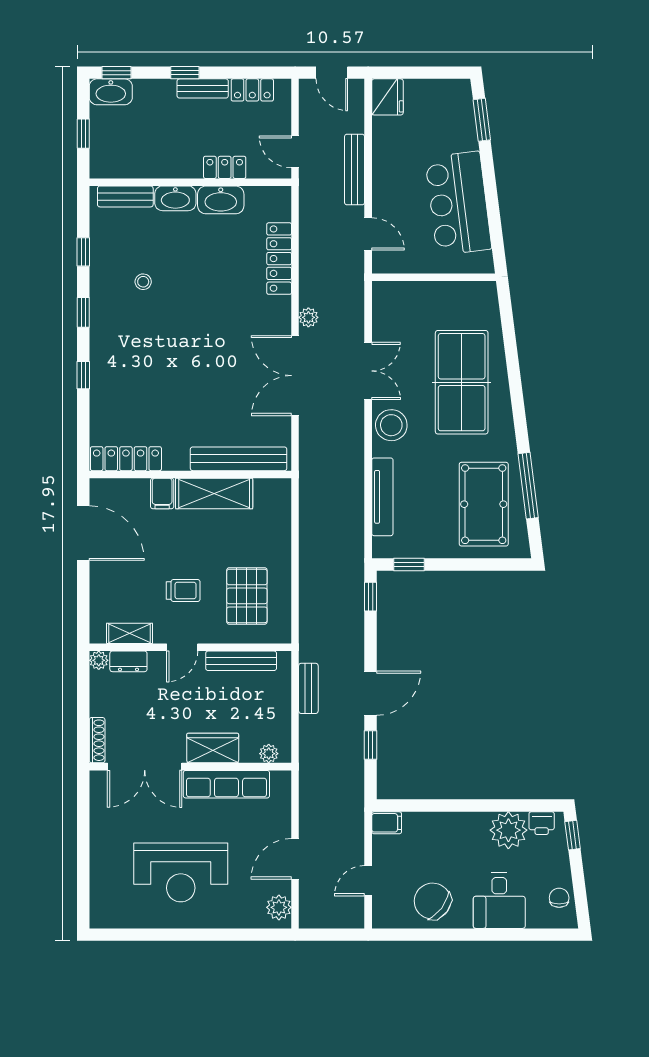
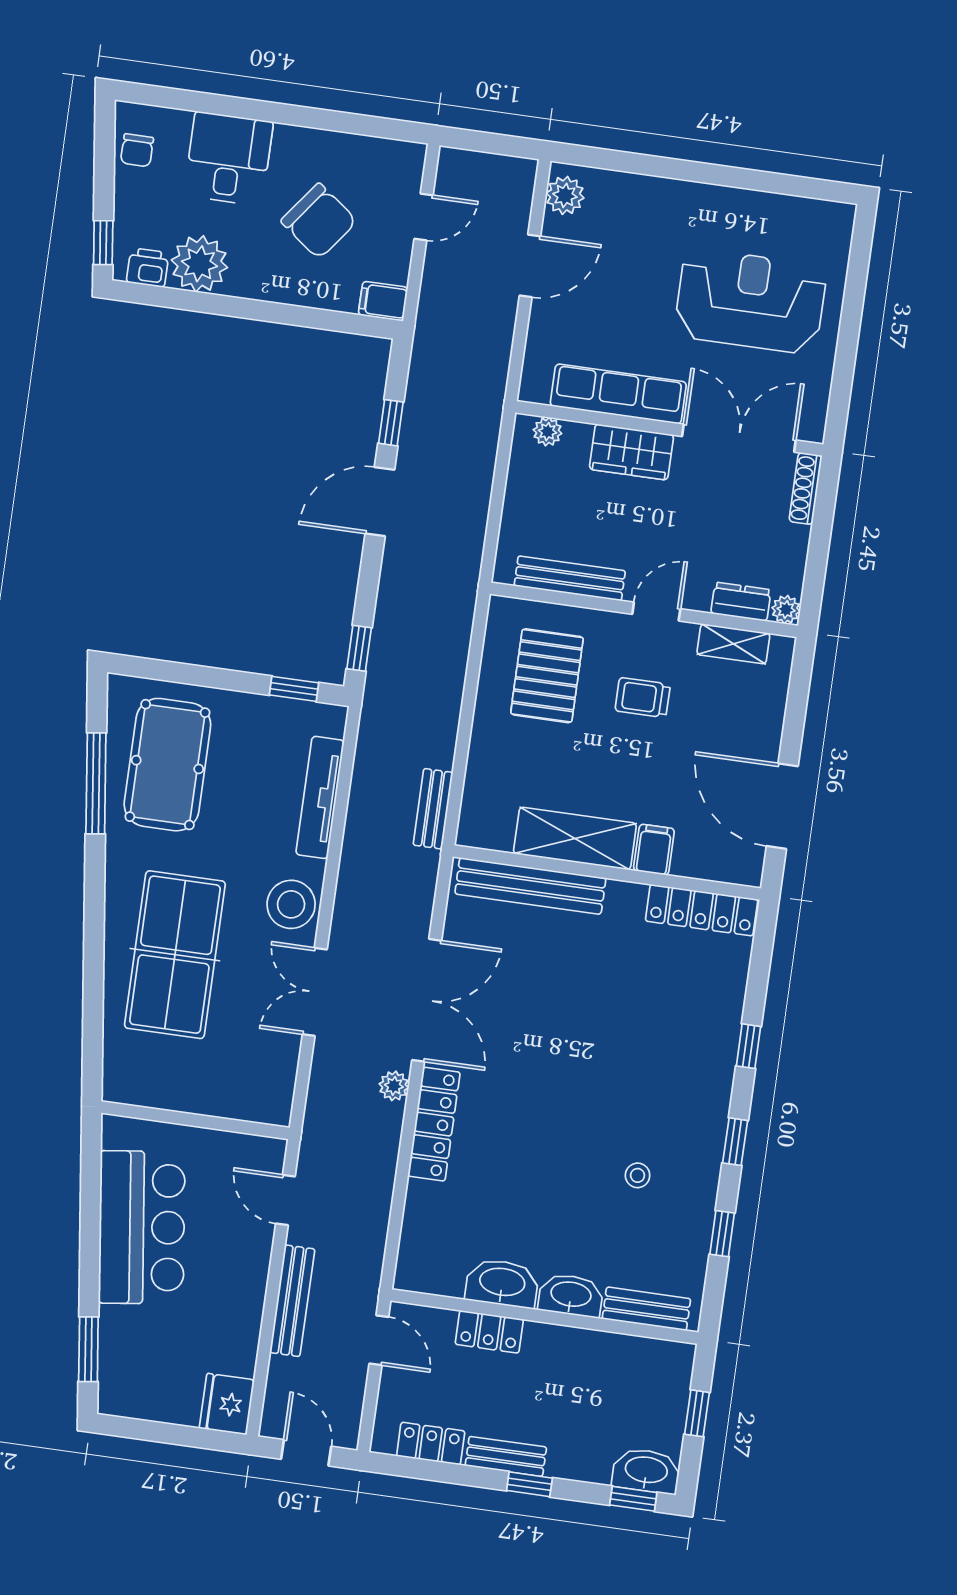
locker: (279, 259) -> (434, 1124), moved
bench: (308, 688) -> (433, 809), moved
reception desk: (181, 872) -> (750, 301), moved
chair: (432, 901) -> (319, 221), moved

